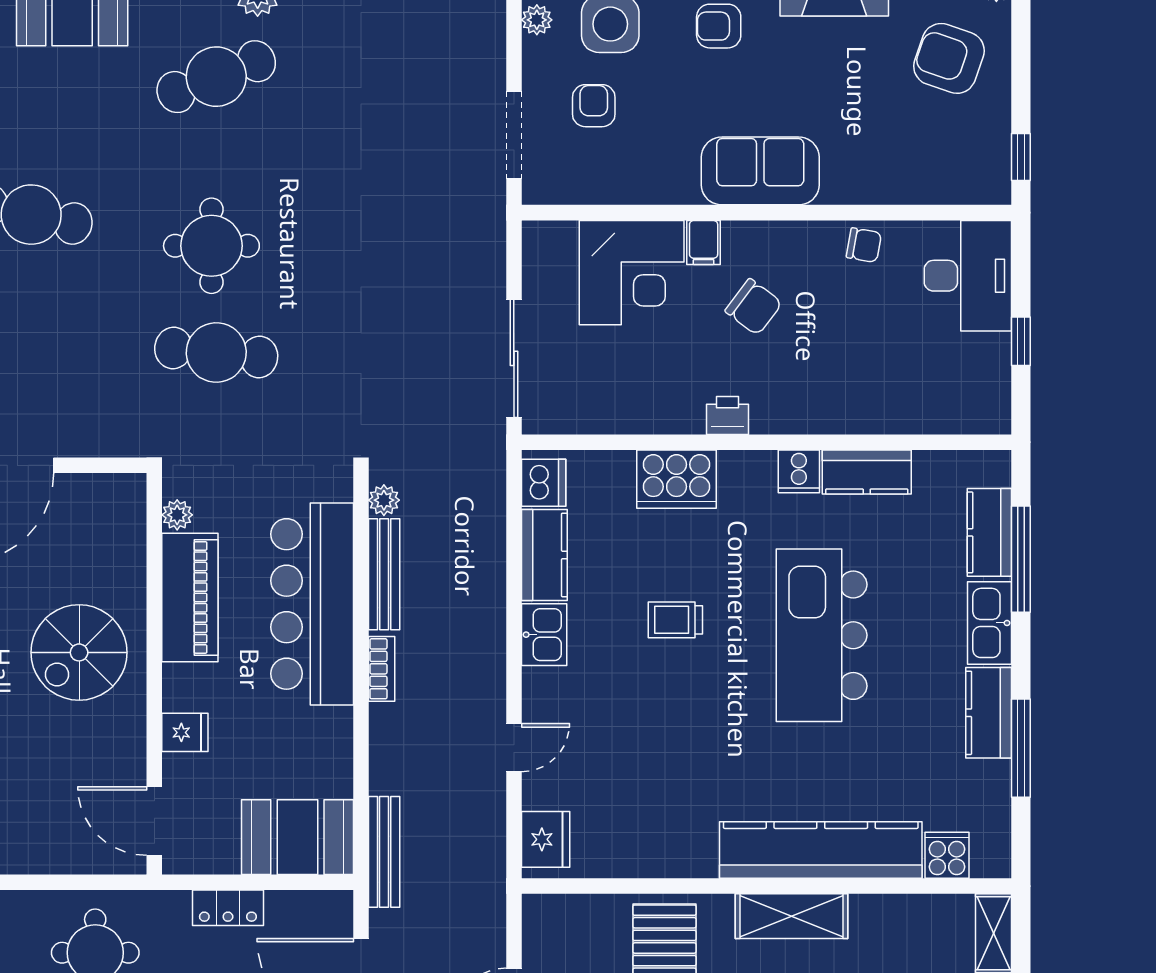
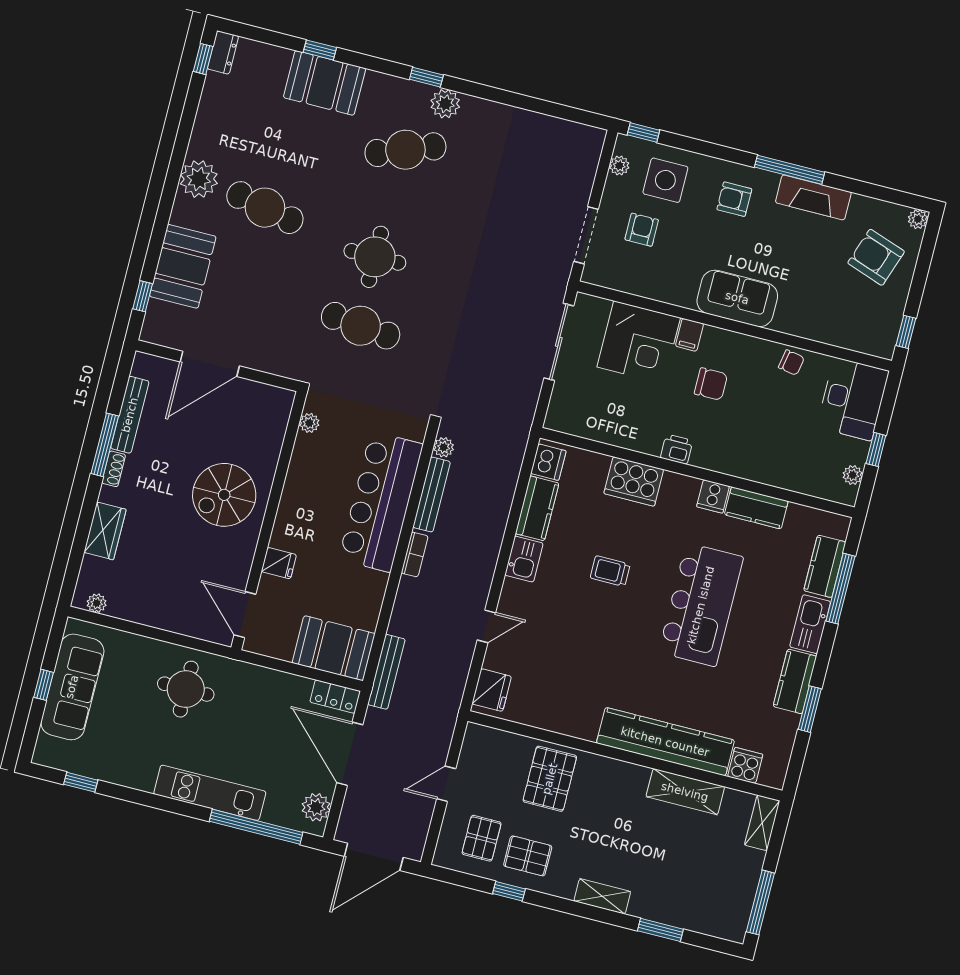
chair: (754, 307) -> (711, 384), turned -37
sliding door: (514, 358) -> (559, 342), moved
plant: (996, 388) -> (853, 475), added
piano: (190, 597) -> (304, 478), removed
kitchen island: (822, 635) -> (701, 605), turned 180
window: (1021, 748) -> (810, 709), width x0.69
locker: (228, 908) -> (335, 697), moved
shelving: (791, 916) -> (685, 792), moved

